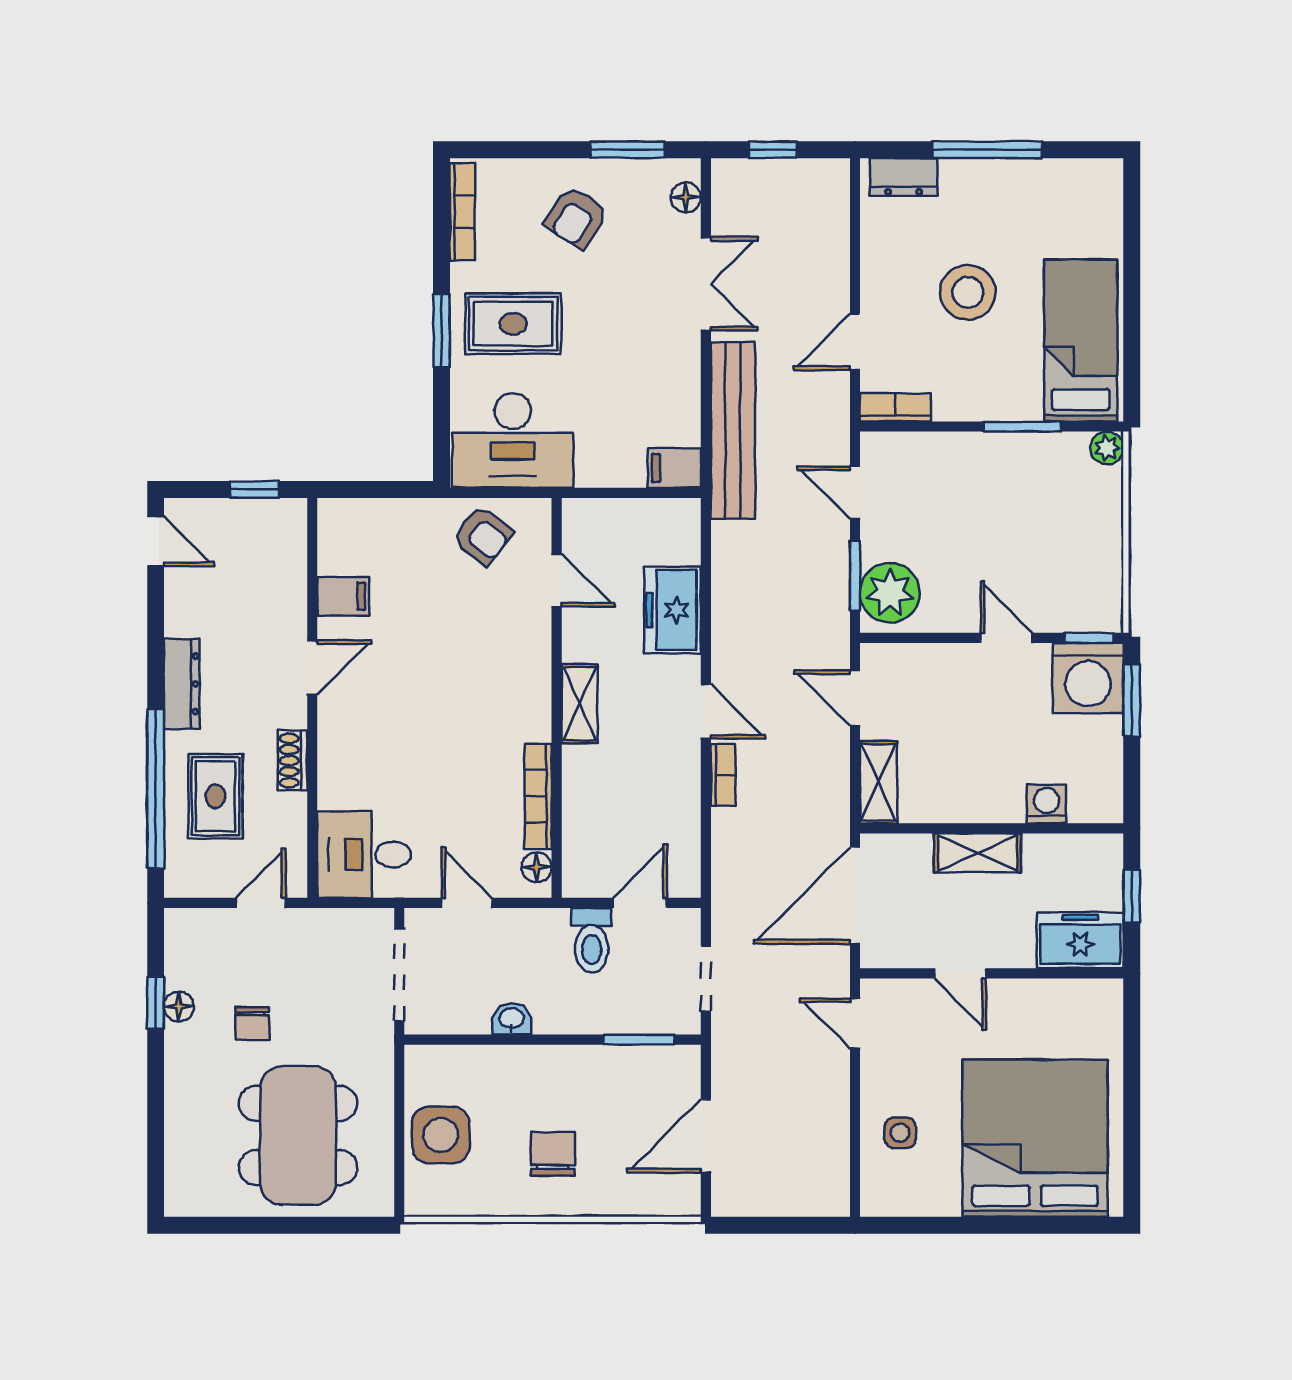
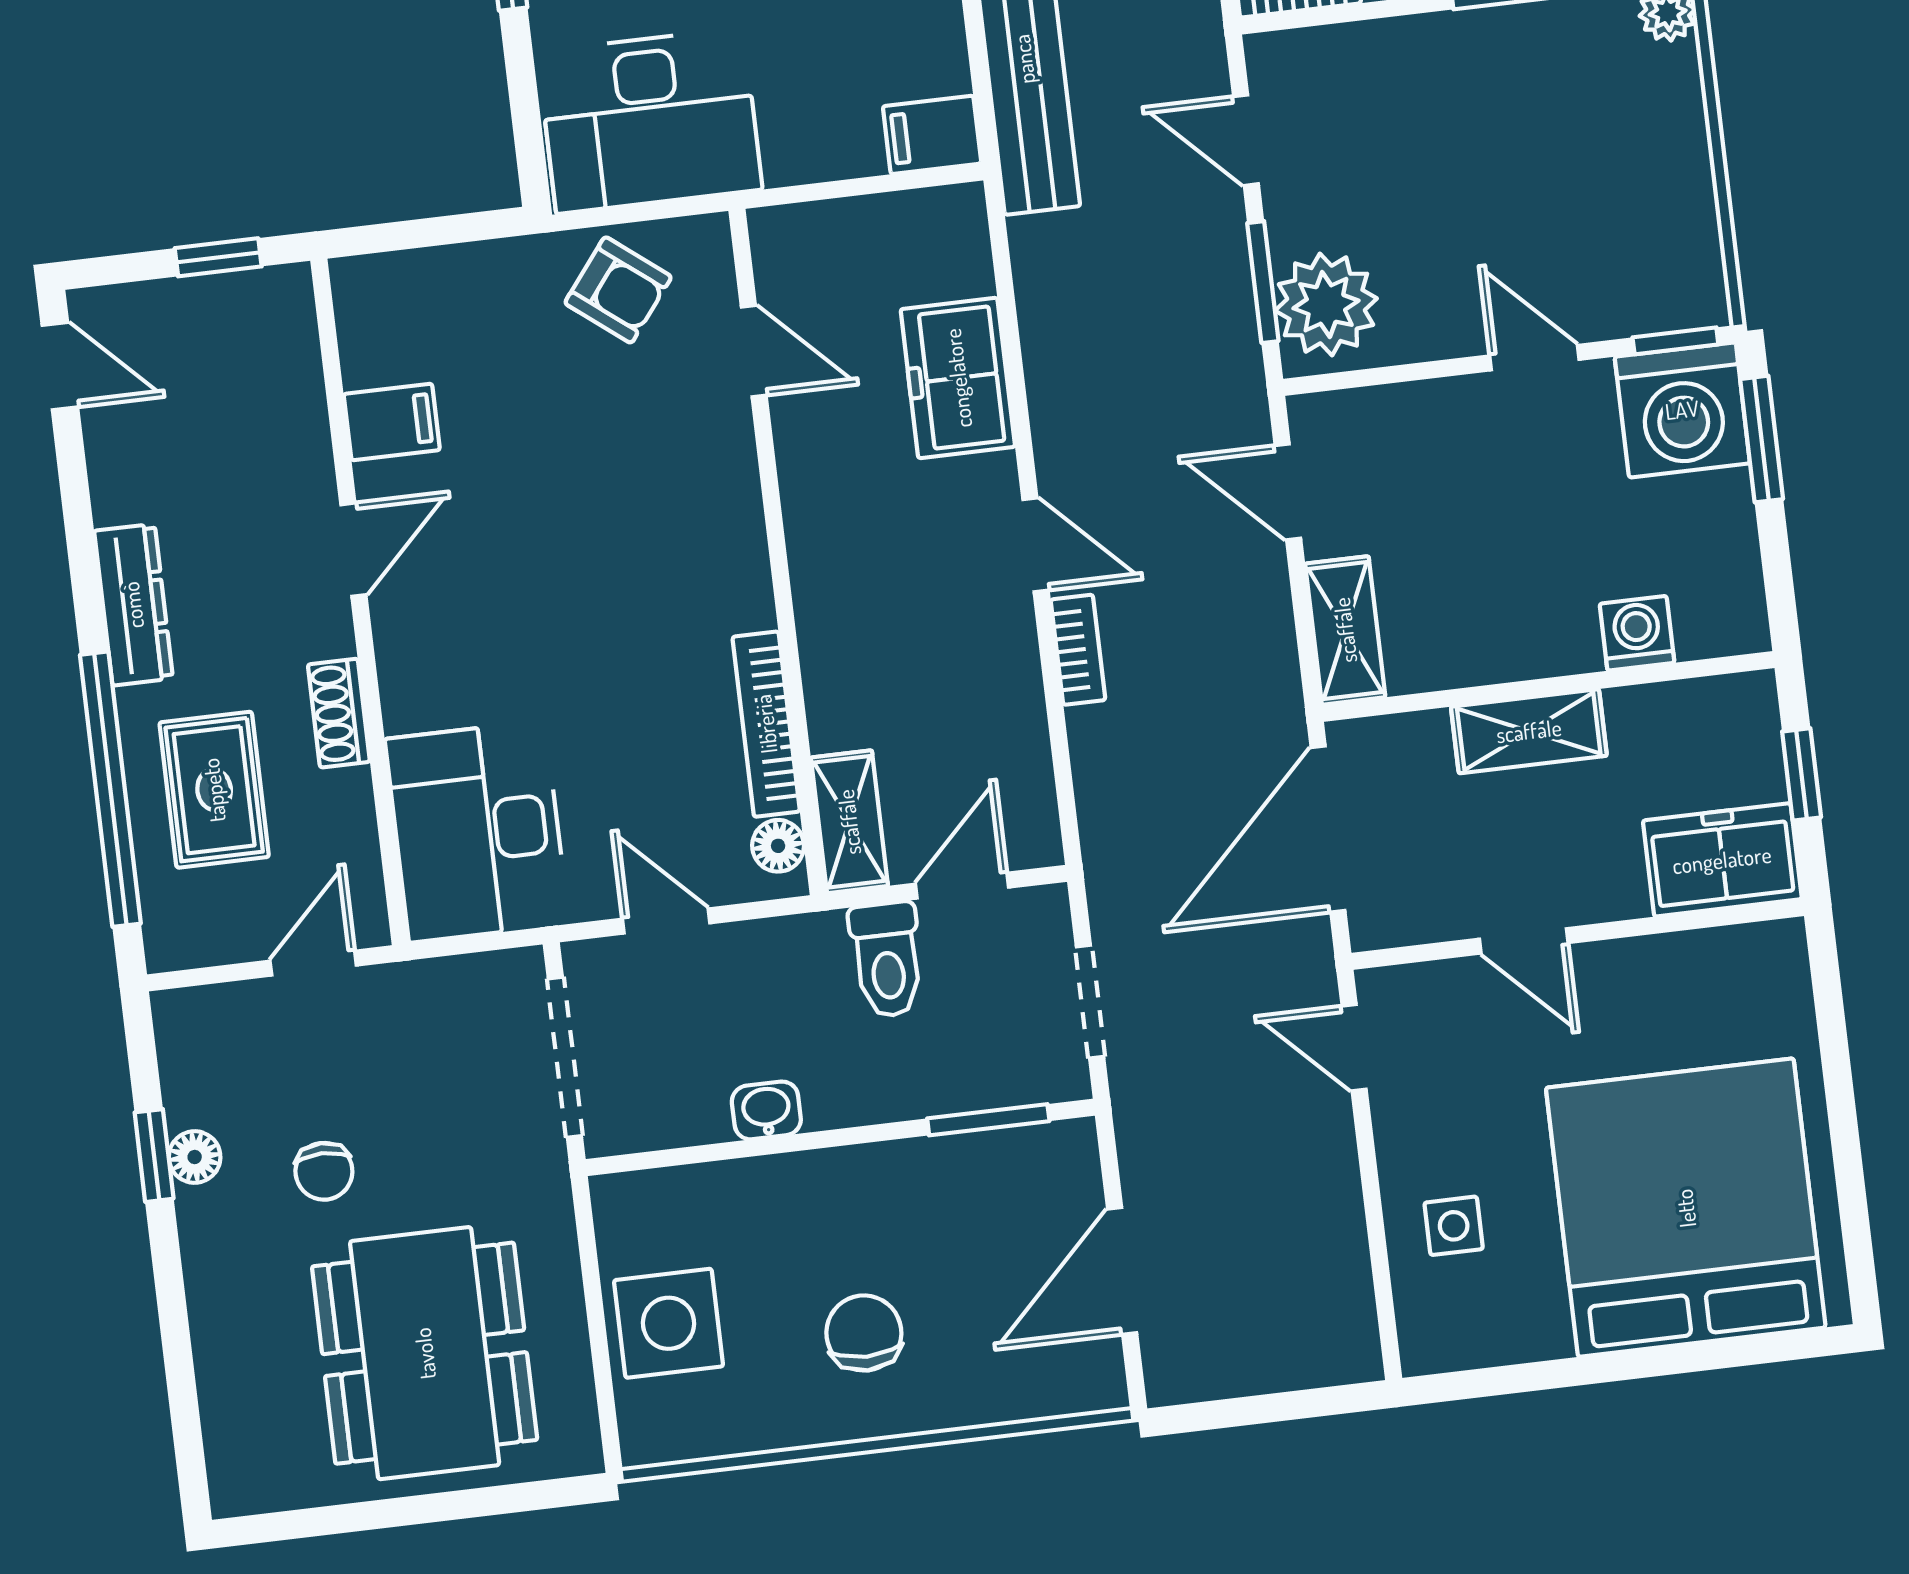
shelving: (580, 704) -> (849, 822), moved
desk: (364, 854) -> (477, 831), width x1.37

